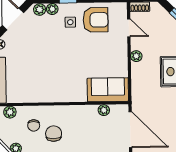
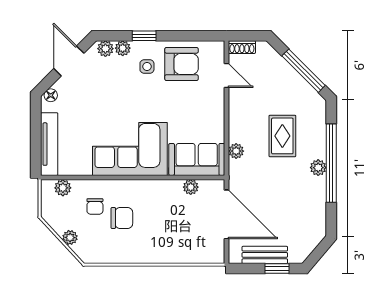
plant: (136, 56) -> (236, 151), moved
corner sofa: (59, 83) -> (130, 149), added
chair: (54, 134) -> (122, 218), turned 90

